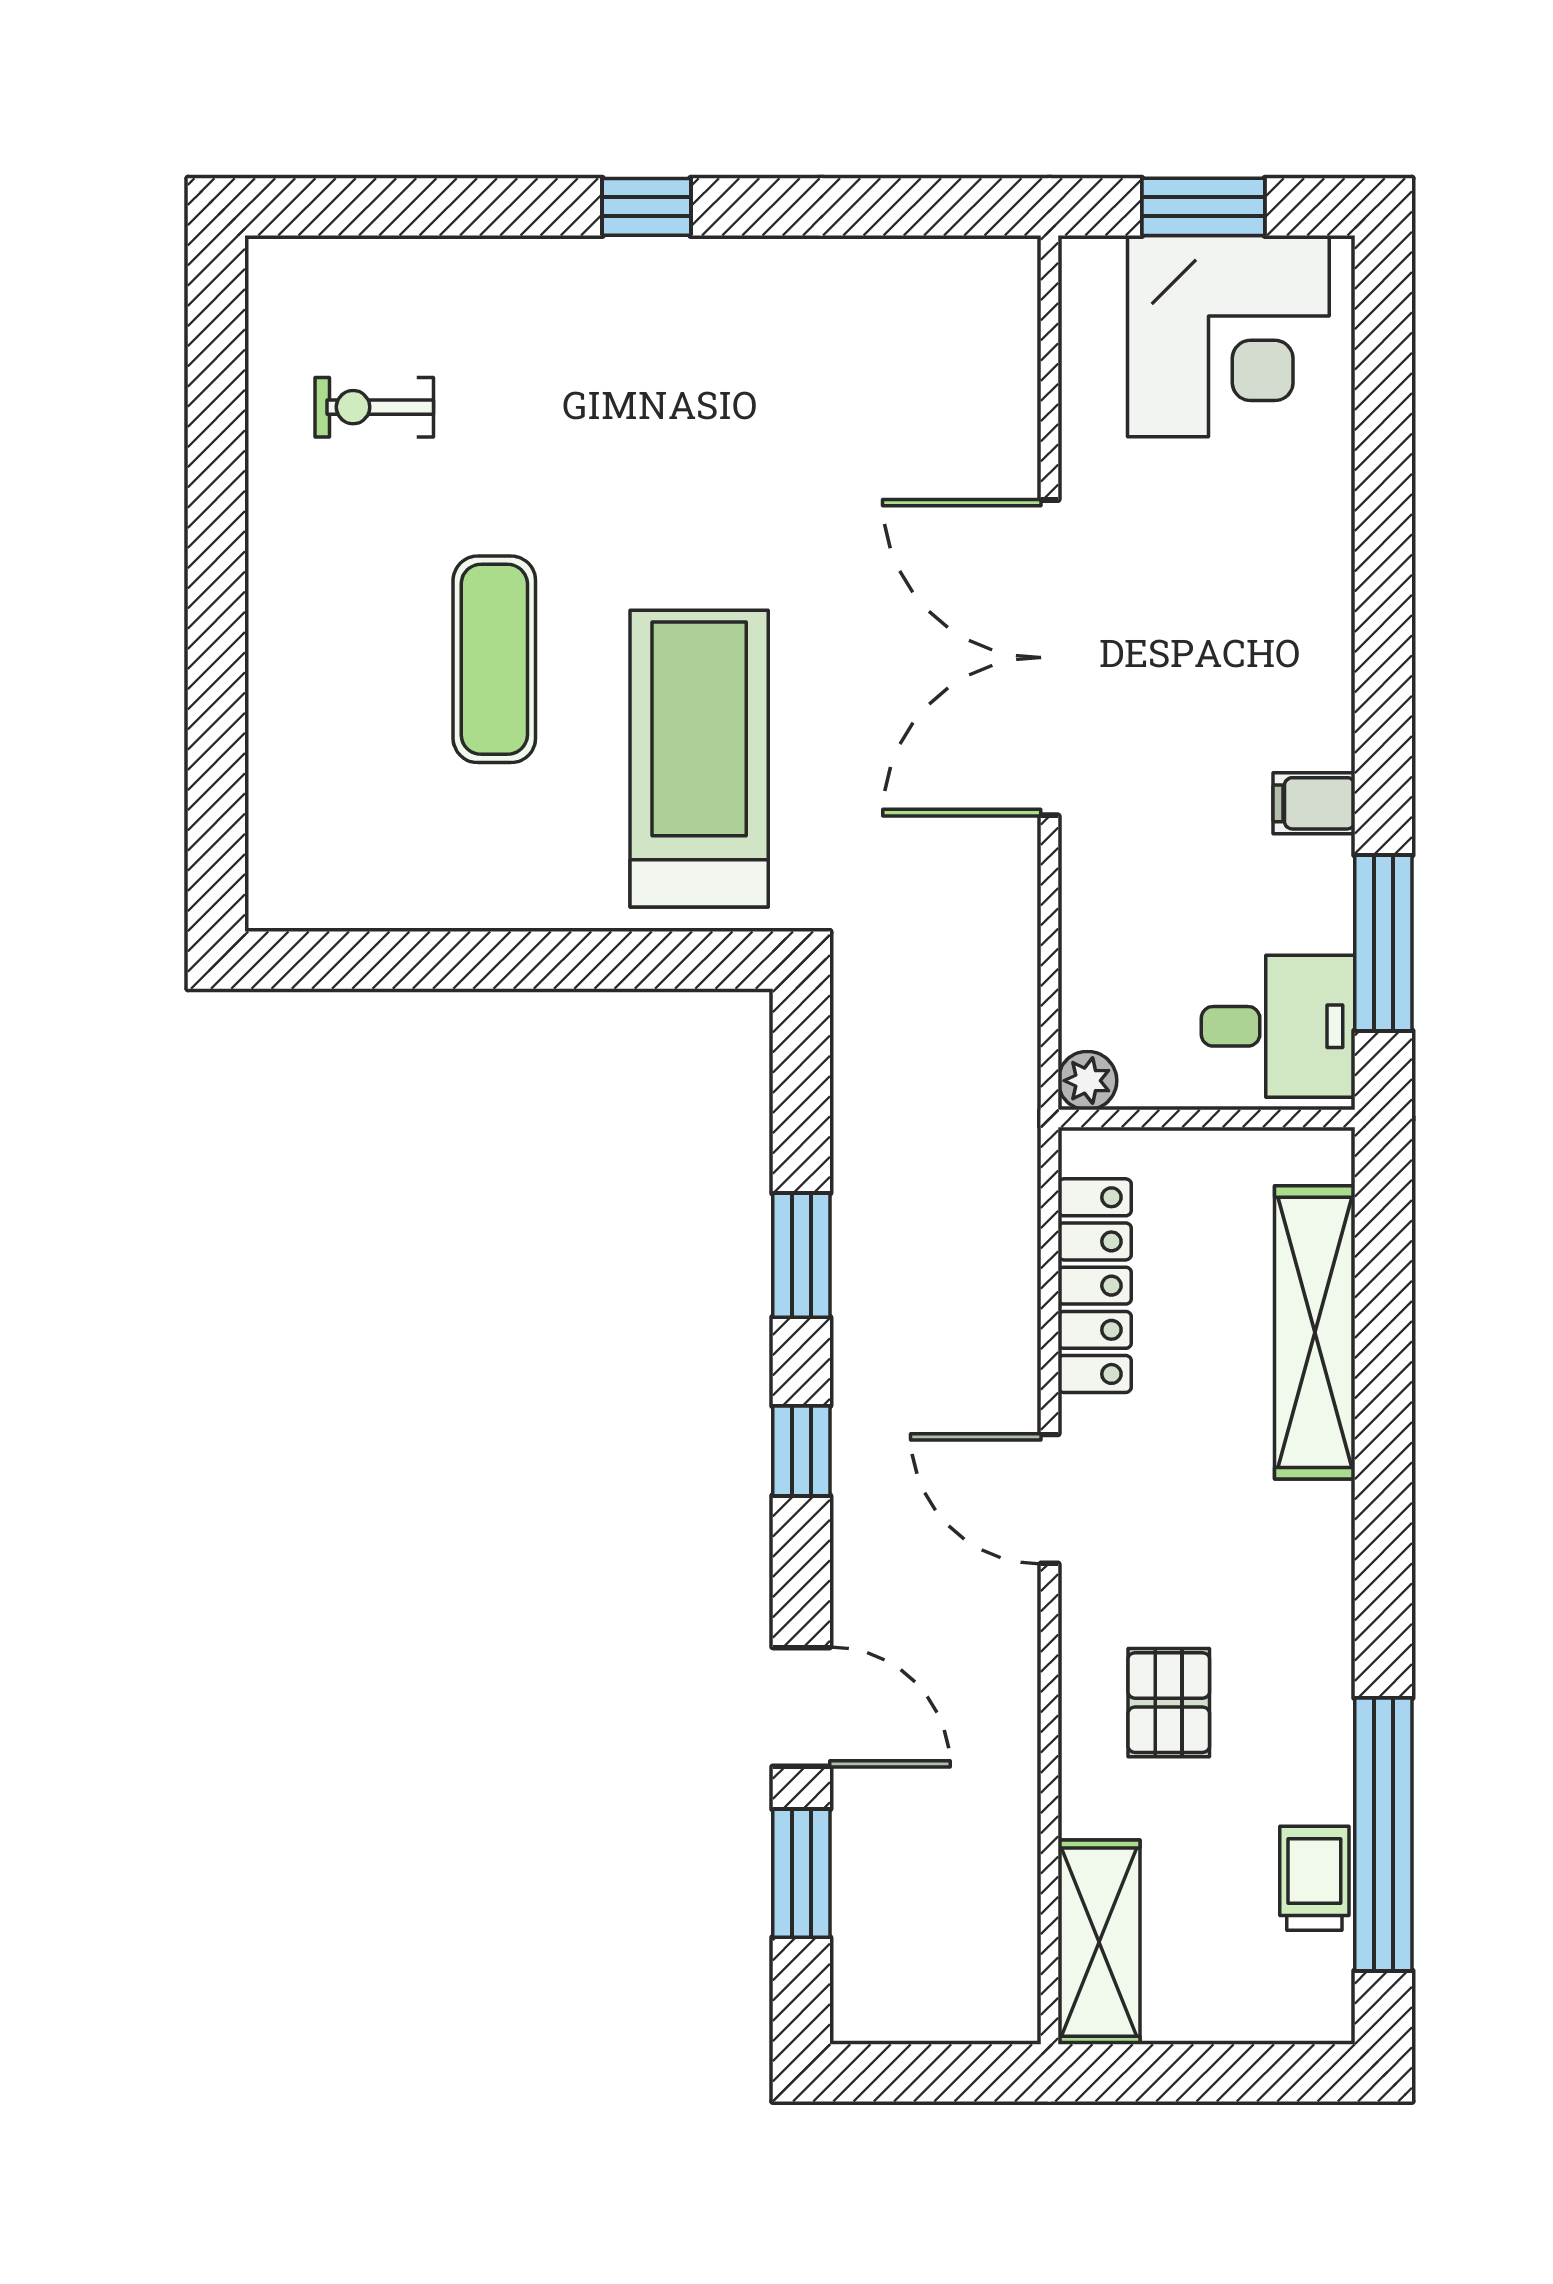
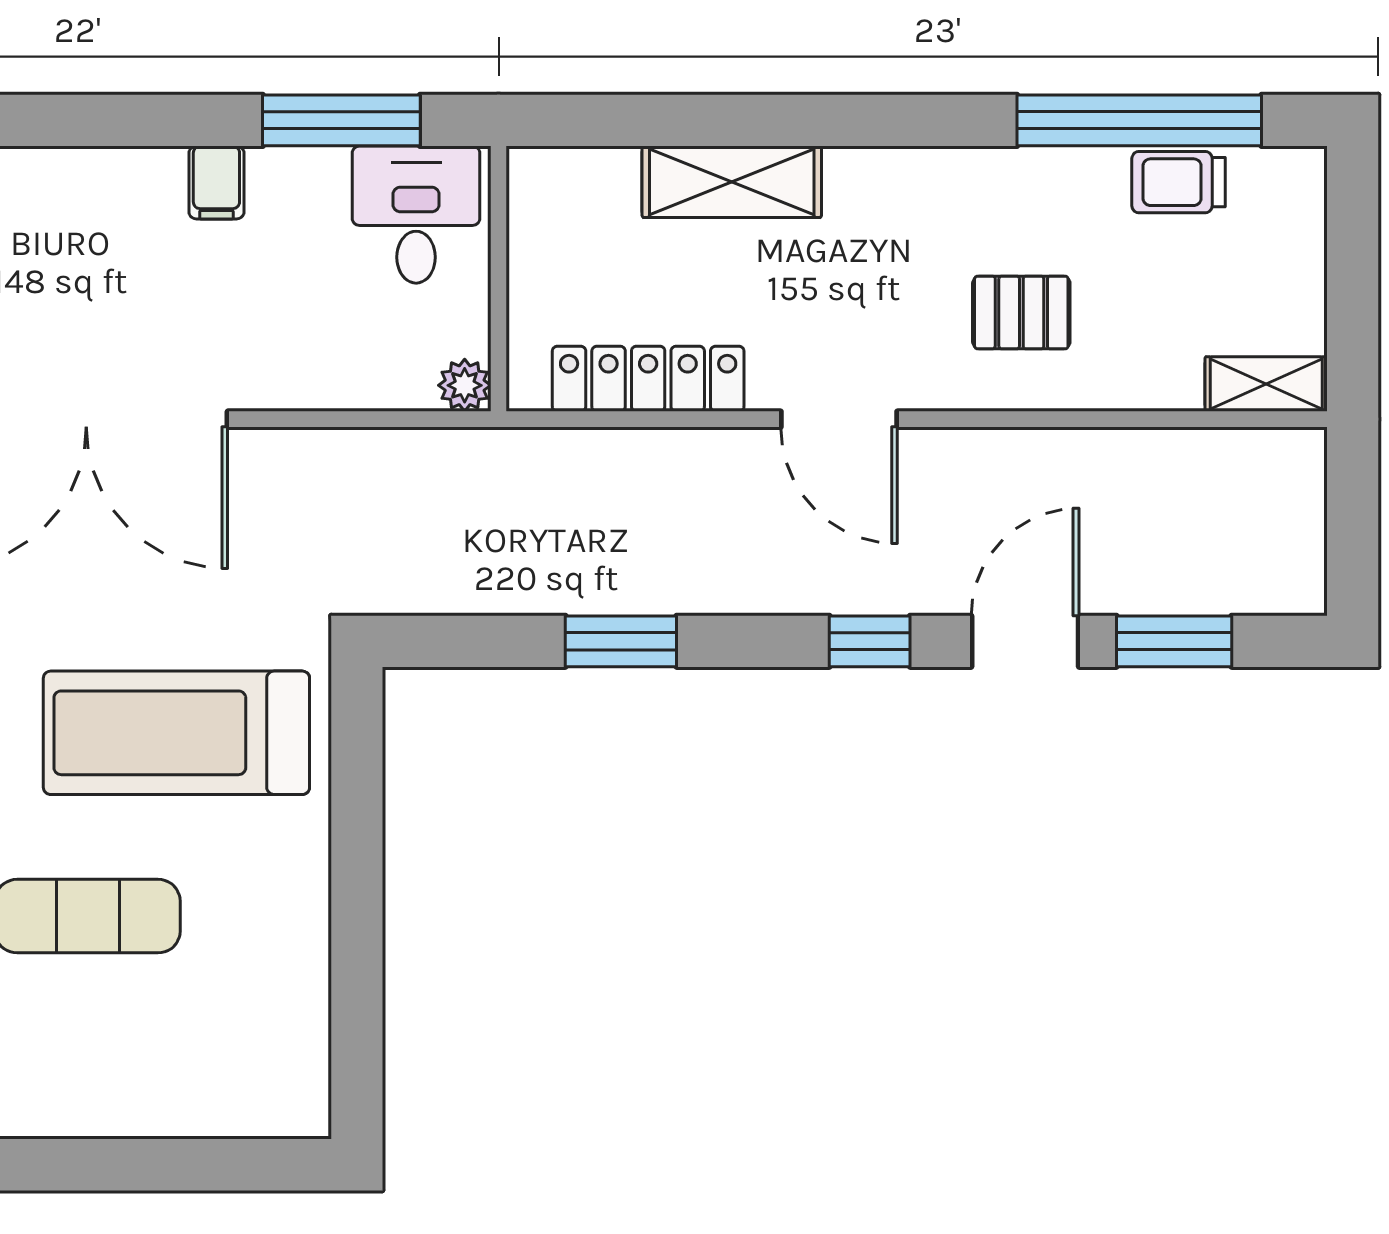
shelving: (1315, 1332) -> (732, 182), width x0.68
window: (801, 1451) -> (870, 641), moved
door: (1050, 1499) -> (839, 419), hinge flipped
shelving: (1099, 1942) -> (1266, 384), width x0.67, depth x0.75

